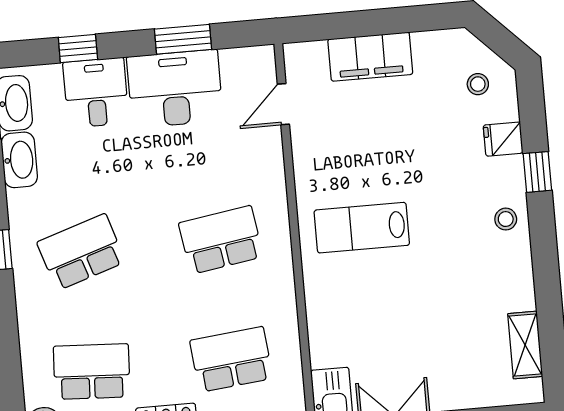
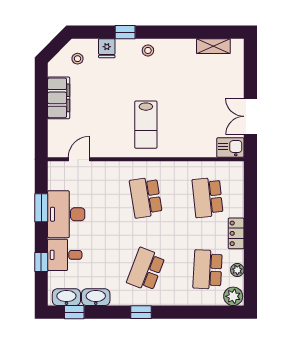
filing cabinet: (370, 57) -> (59, 98), moved
door: (283, 104) -> (79, 159), swing flipped
school desk: (81, 252) -> (146, 270), turned 39

